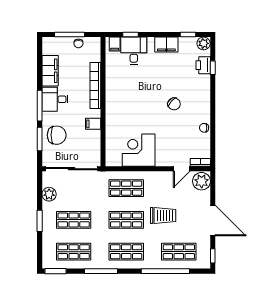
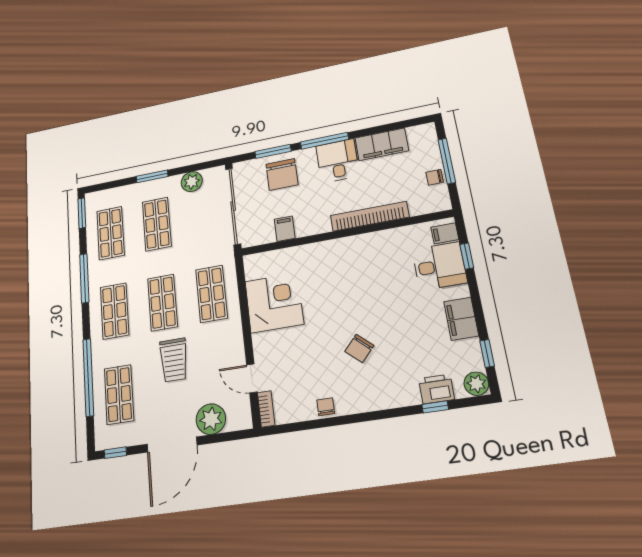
filing cabinet: (93, 124) -> (285, 229), moved
plant: (202, 181) -> (211, 419), moved

